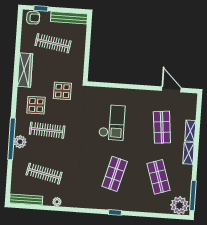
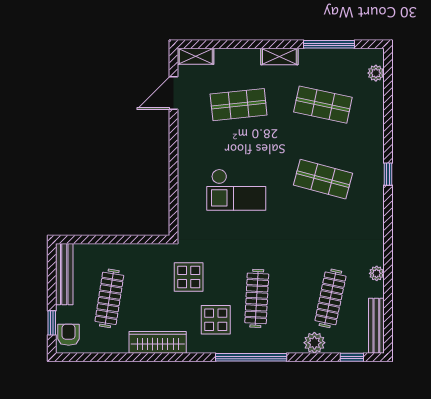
checkout: (112, 122) -> (236, 190), turned 180
shelving: (190, 131) -> (196, 56), moved
window: (12, 139) -> (251, 357), moved
plant: (20, 142) -> (314, 343), moved
shop shelf: (159, 177) -> (323, 105), turned 30
window: (8, 184) -> (352, 357), added
window: (193, 196) -> (329, 44), moved
plant: (179, 205) -> (376, 73), width x0.53, depth x0.53

